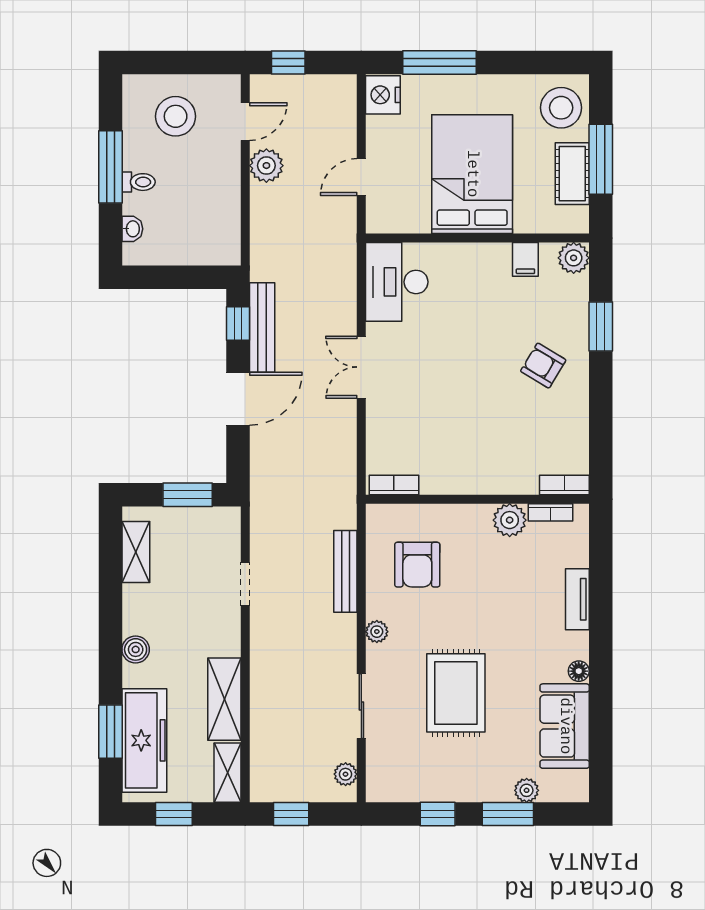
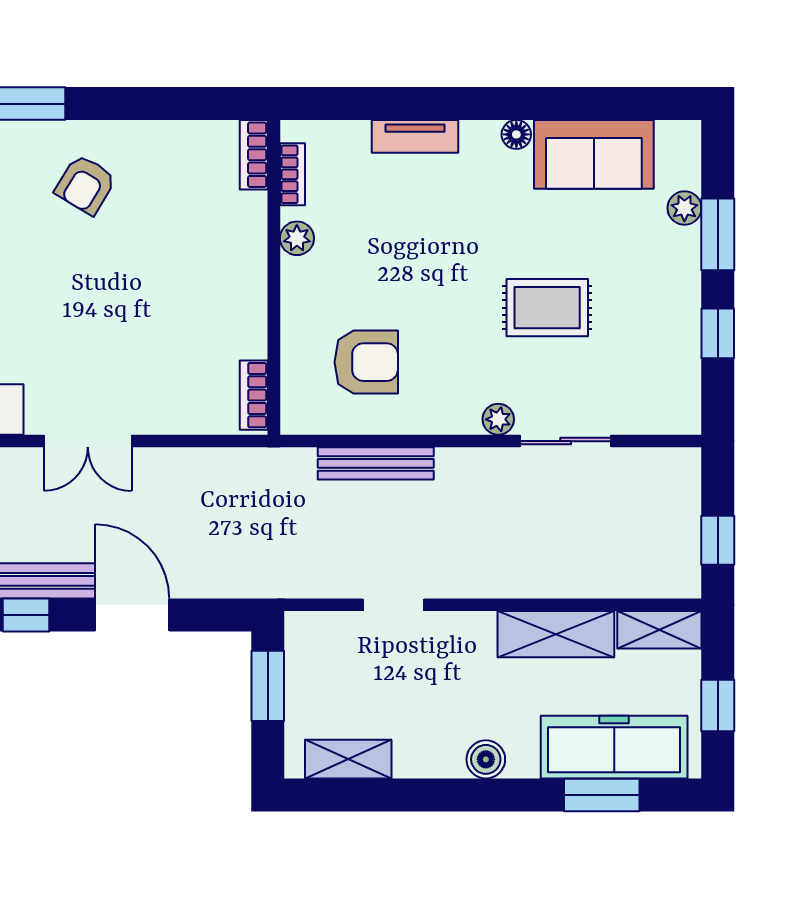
plant: (510, 520) -> (297, 238), width x0.73, depth x0.73
plant: (377, 632) -> (498, 419), moved
rug: (456, 693) -> (547, 308), width x0.73, depth x0.70
plant: (346, 774) -> (662, 463), removed

